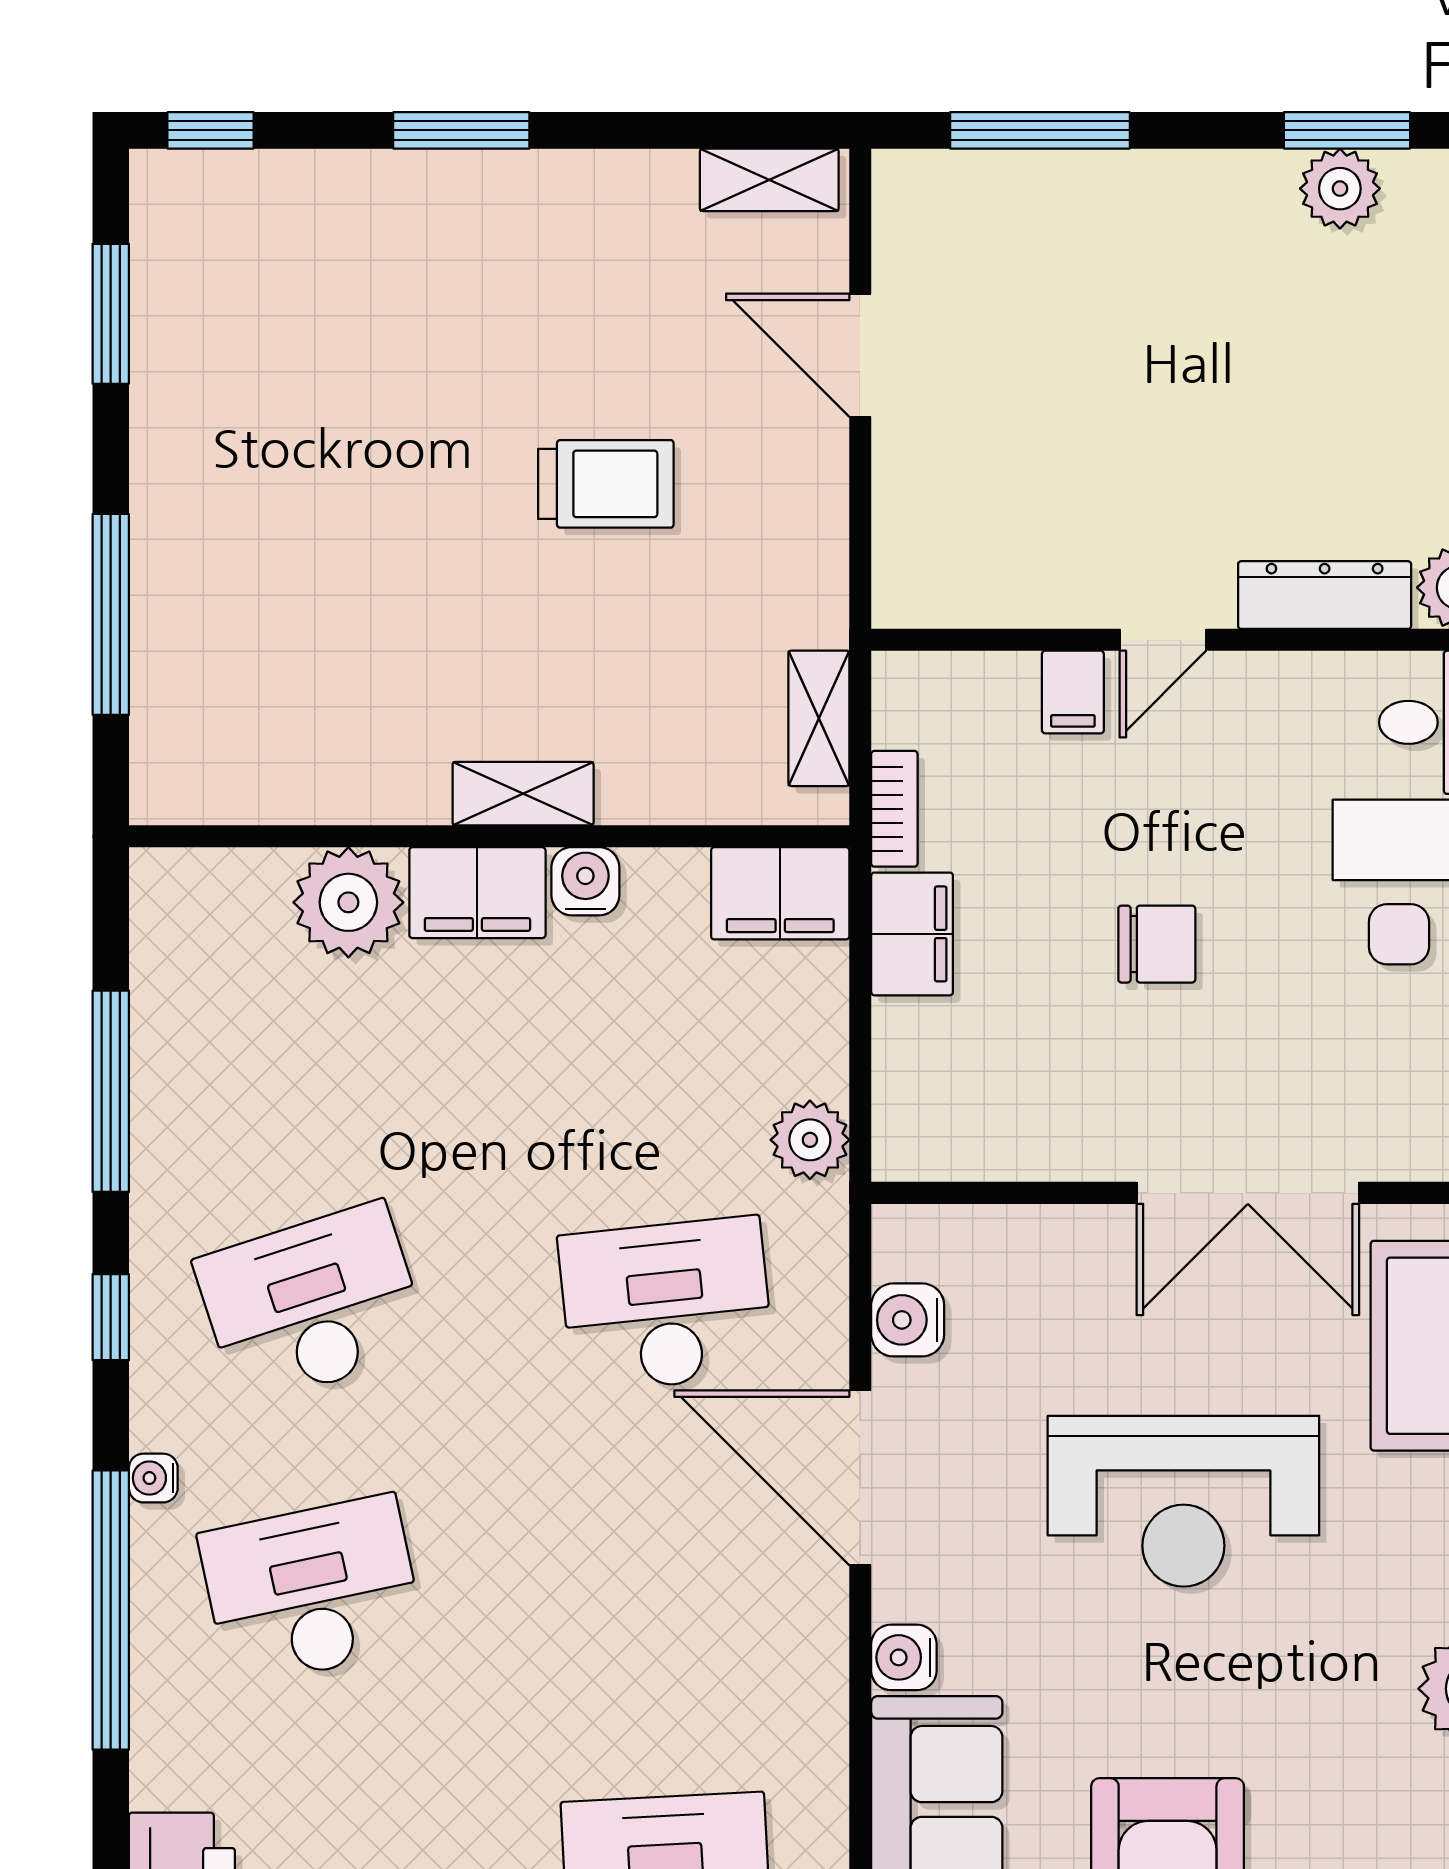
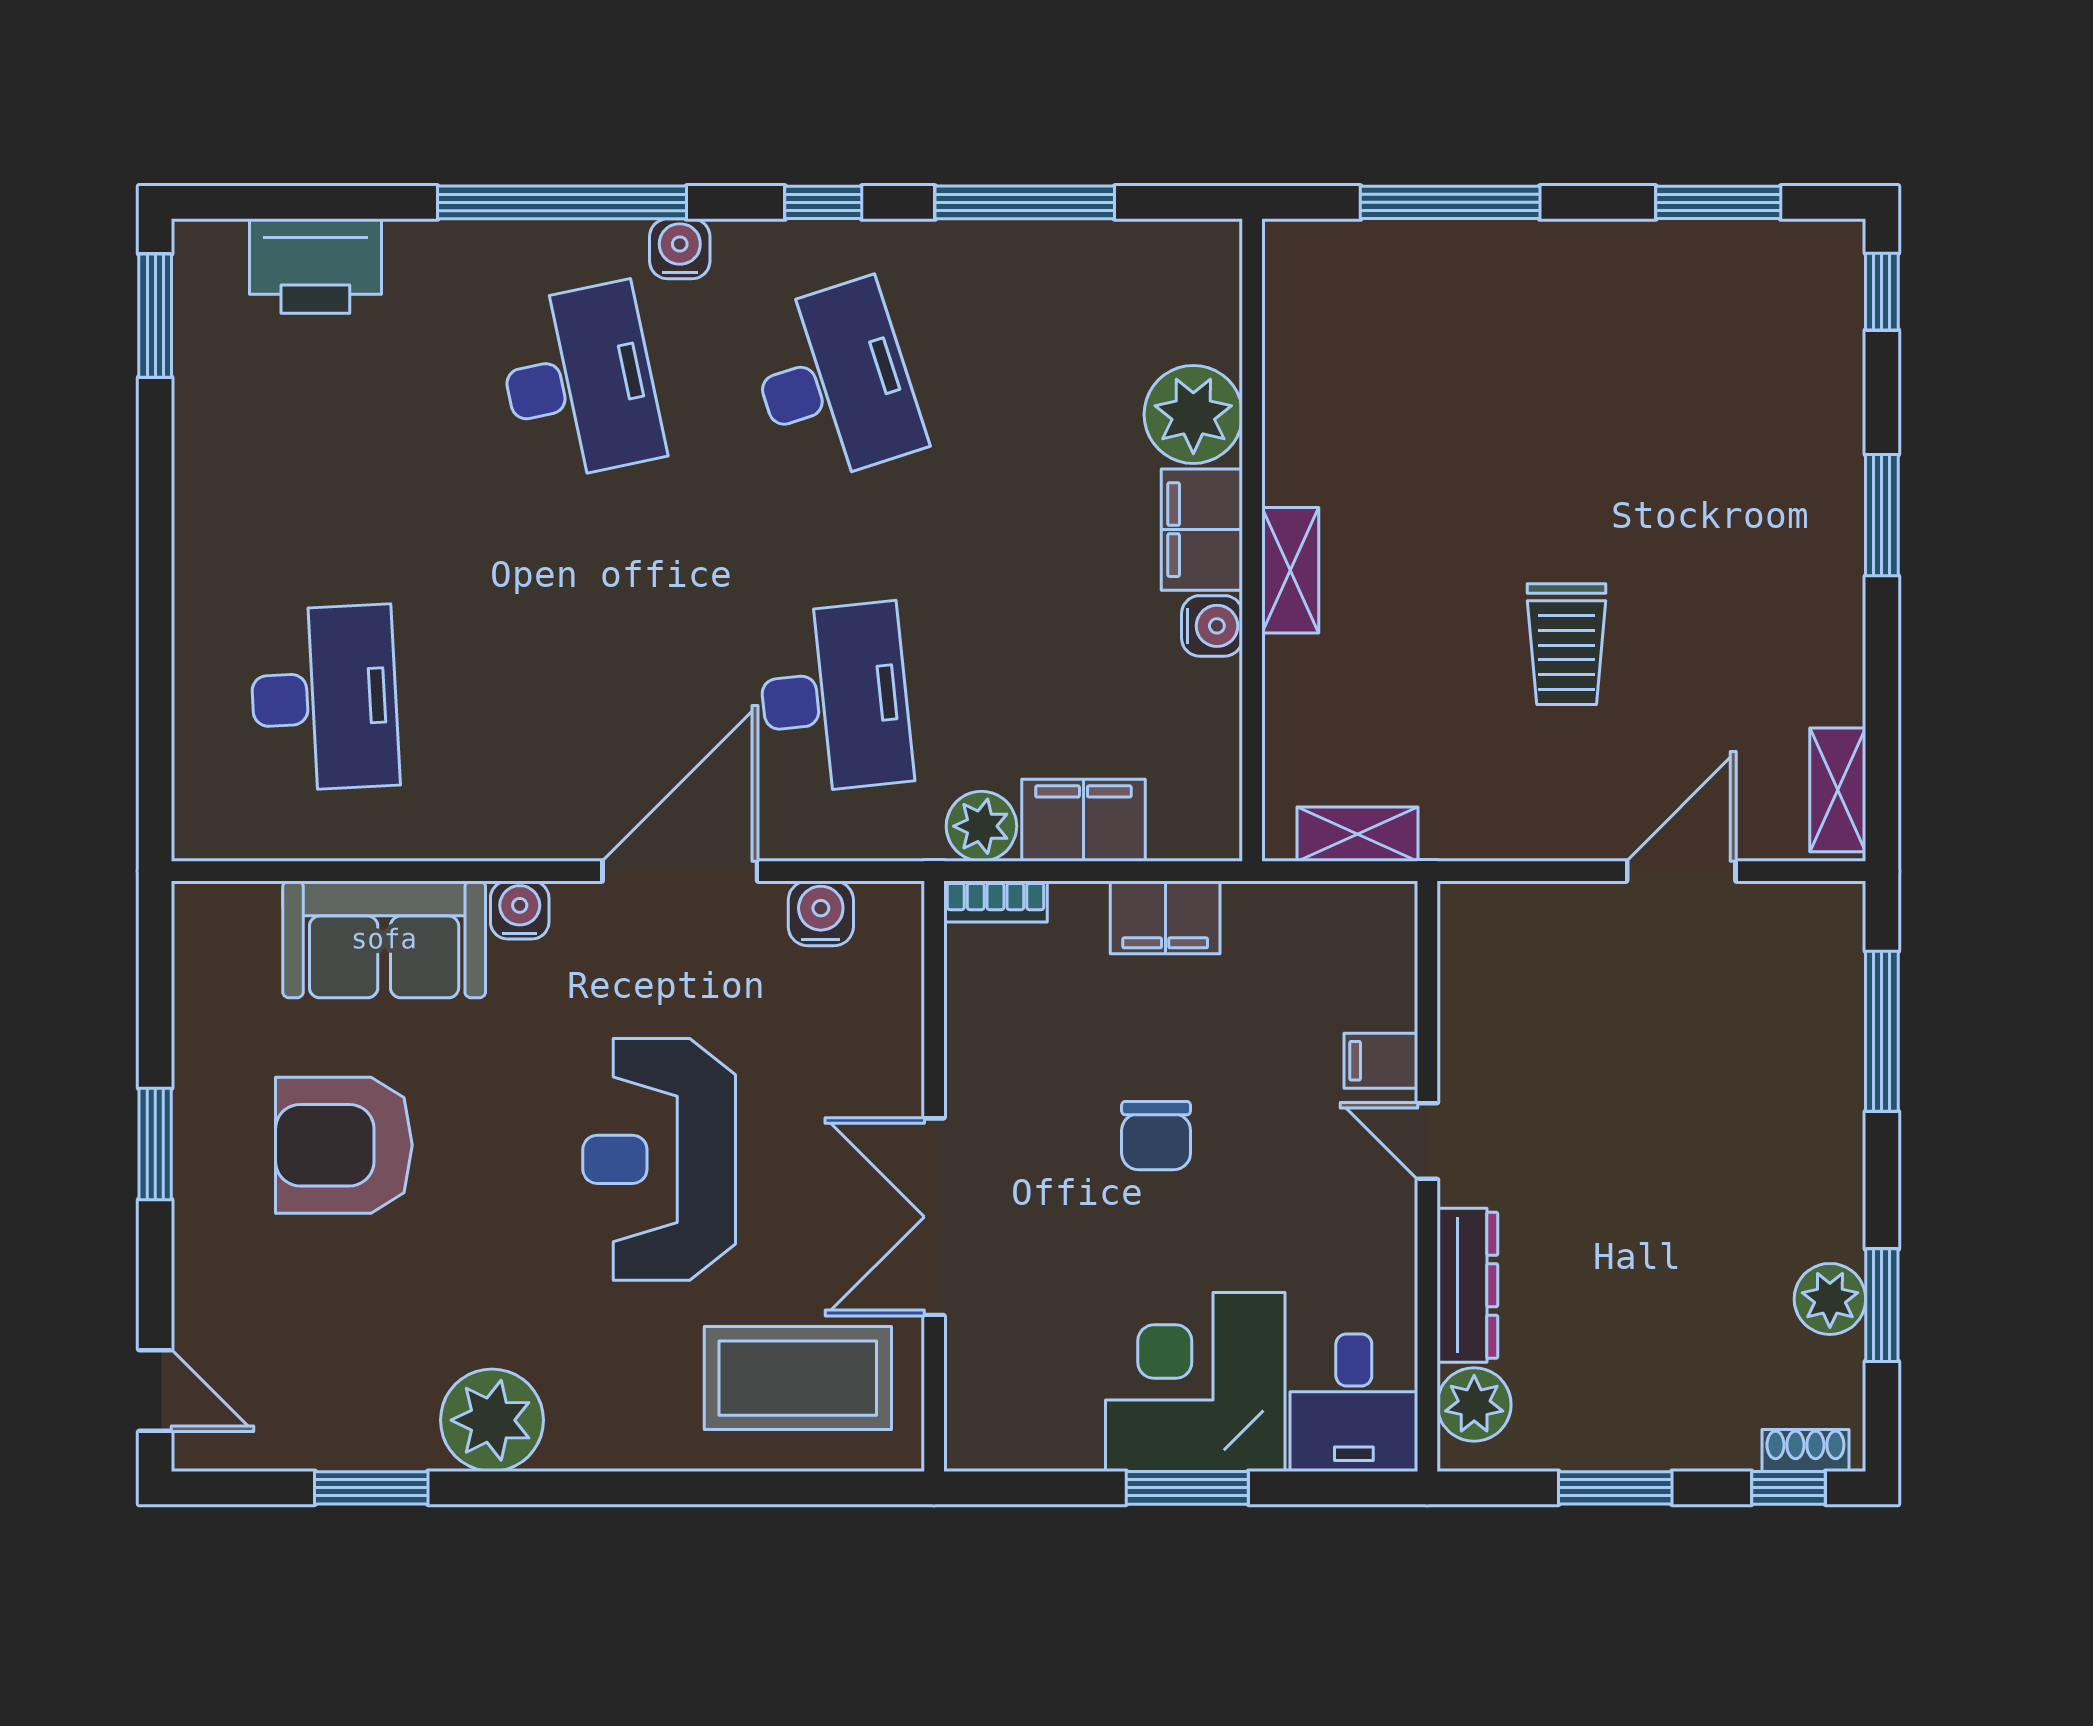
bookcase: (894, 809) -> (996, 901), moved
filing cabinet: (780, 893) -> (1083, 820), moved, turned 90
water cooler: (153, 1478) -> (680, 249), width x1.38, depth x1.38

